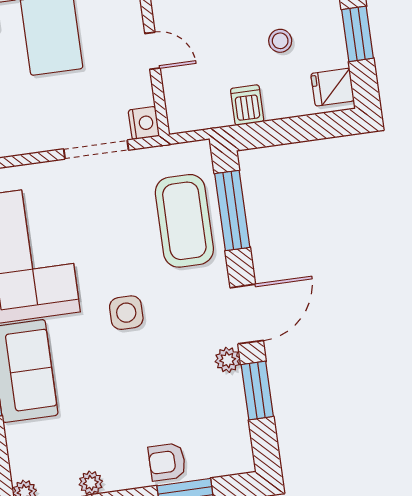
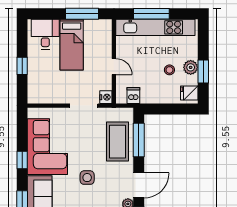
plant: (328, 28) -> (191, 67), added
dishwasher: (247, 105) -> (133, 96), moved

